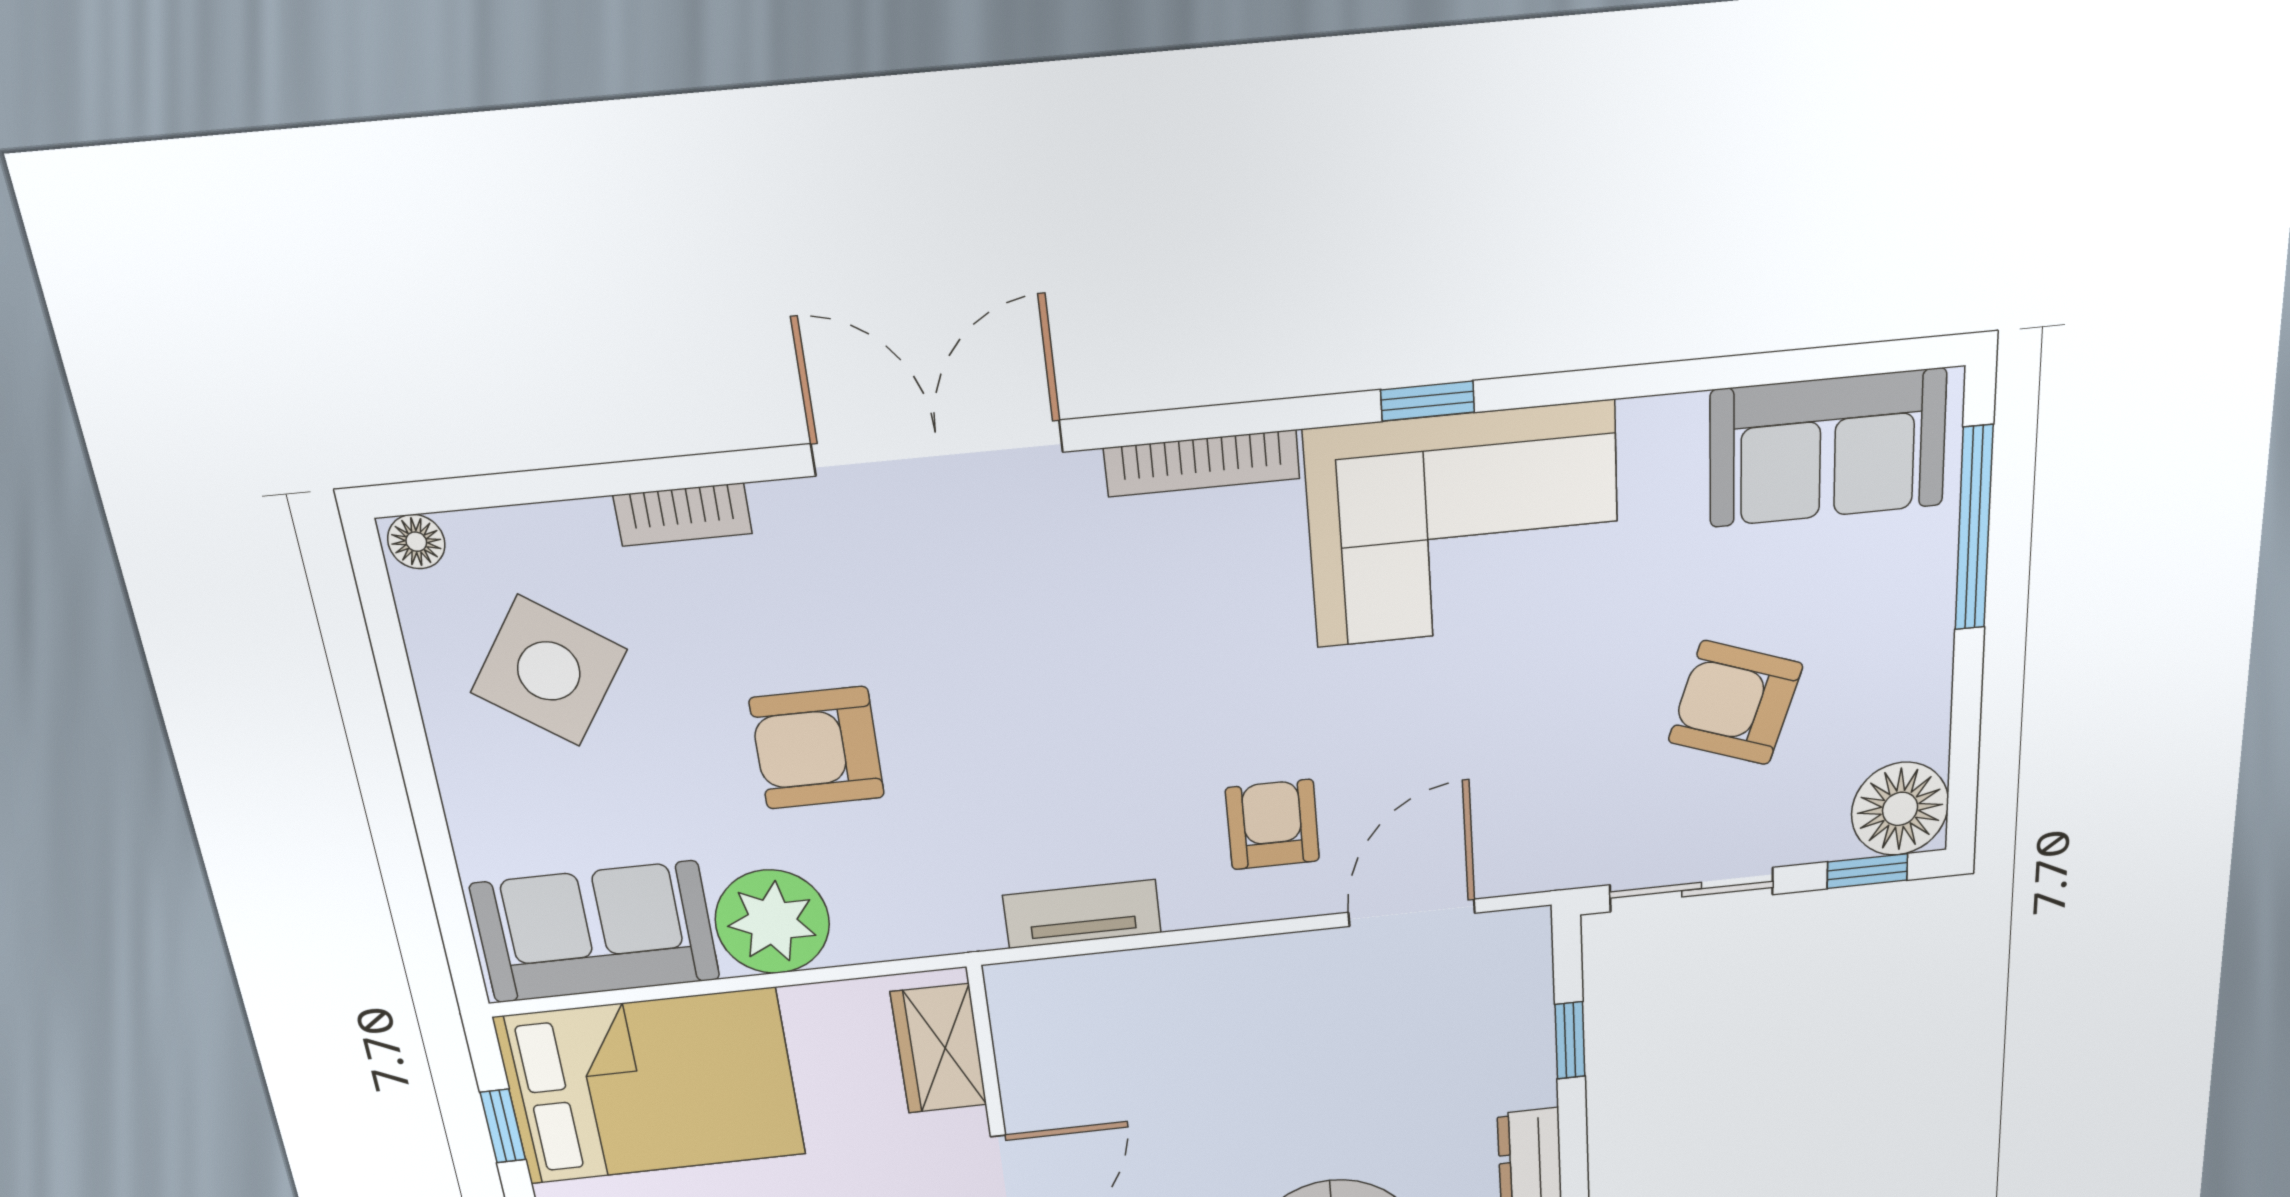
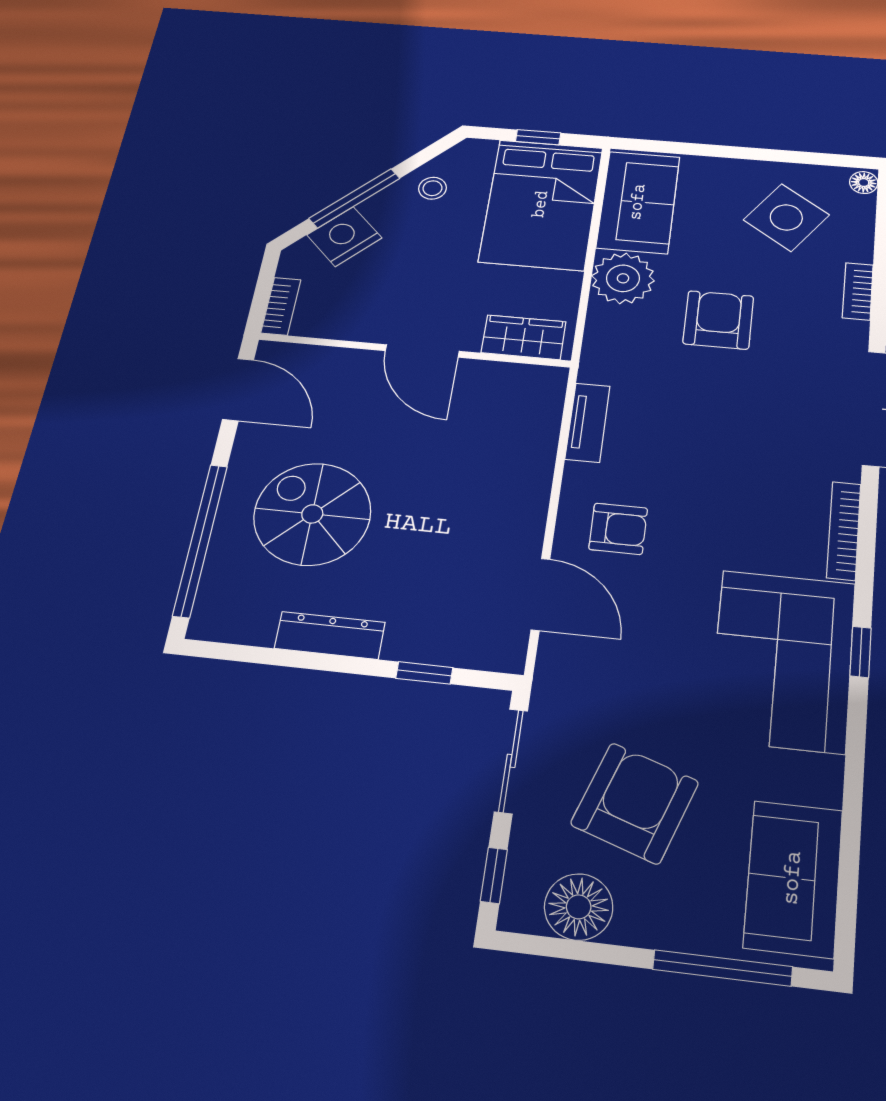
armchair: (1735, 703) -> (635, 803), width x1.36, depth x1.36
floor lamp: (1900, 809) -> (579, 907), moved

